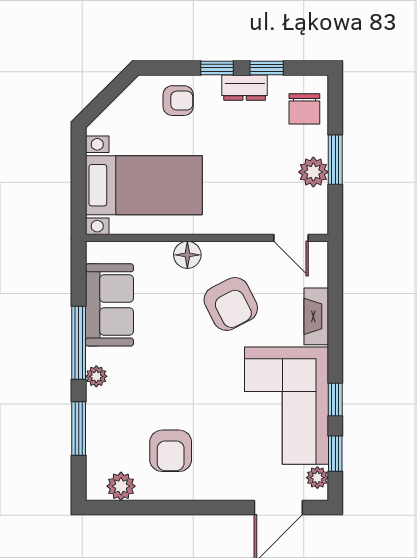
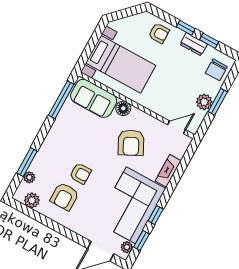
door: (291, 238) -> (177, 127), swing flipped
sofa: (109, 305) -> (94, 98), moved, turned 90
window: (79, 343) -> (61, 100), moved
plant: (96, 376) -> (29, 177), moved
armchair: (176, 399) -> (80, 174), added

